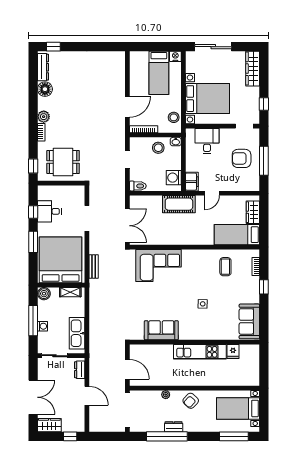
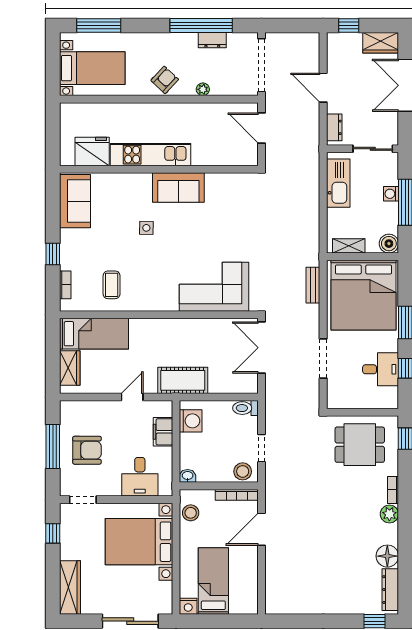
stool: (158, 148) -> (243, 471), moved
filing cabinet: (192, 182) -> (163, 432), moved
sofa: (161, 330) -> (178, 188), moved
fridge: (233, 352) -> (92, 151), width x1.88, depth x1.34
dresser: (174, 427) -> (212, 40), moved

